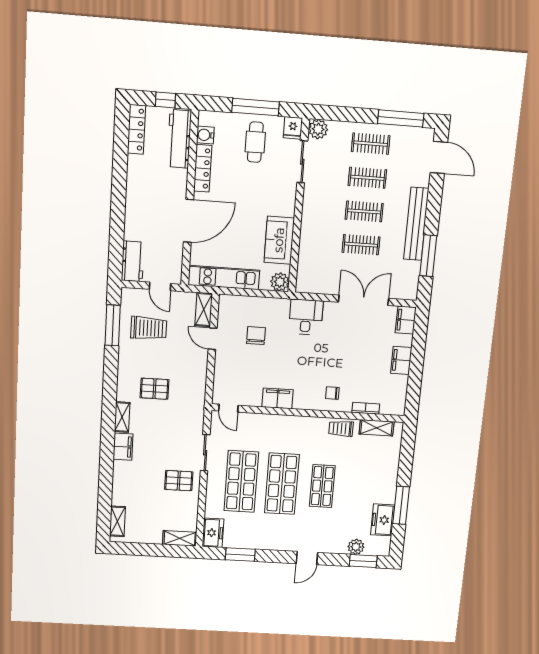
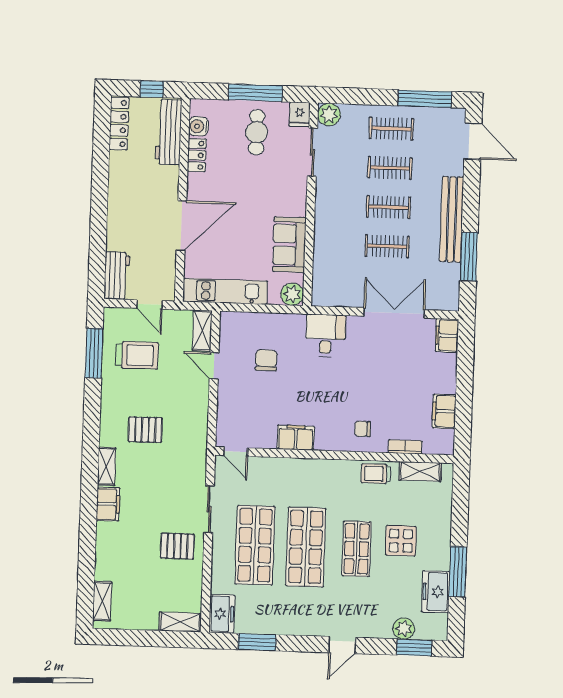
locker: (203, 168) -> (197, 155), width x0.66
filing cabinet: (401, 360) -> (444, 411), moved
display table: (358, 481) -> (401, 541), added

